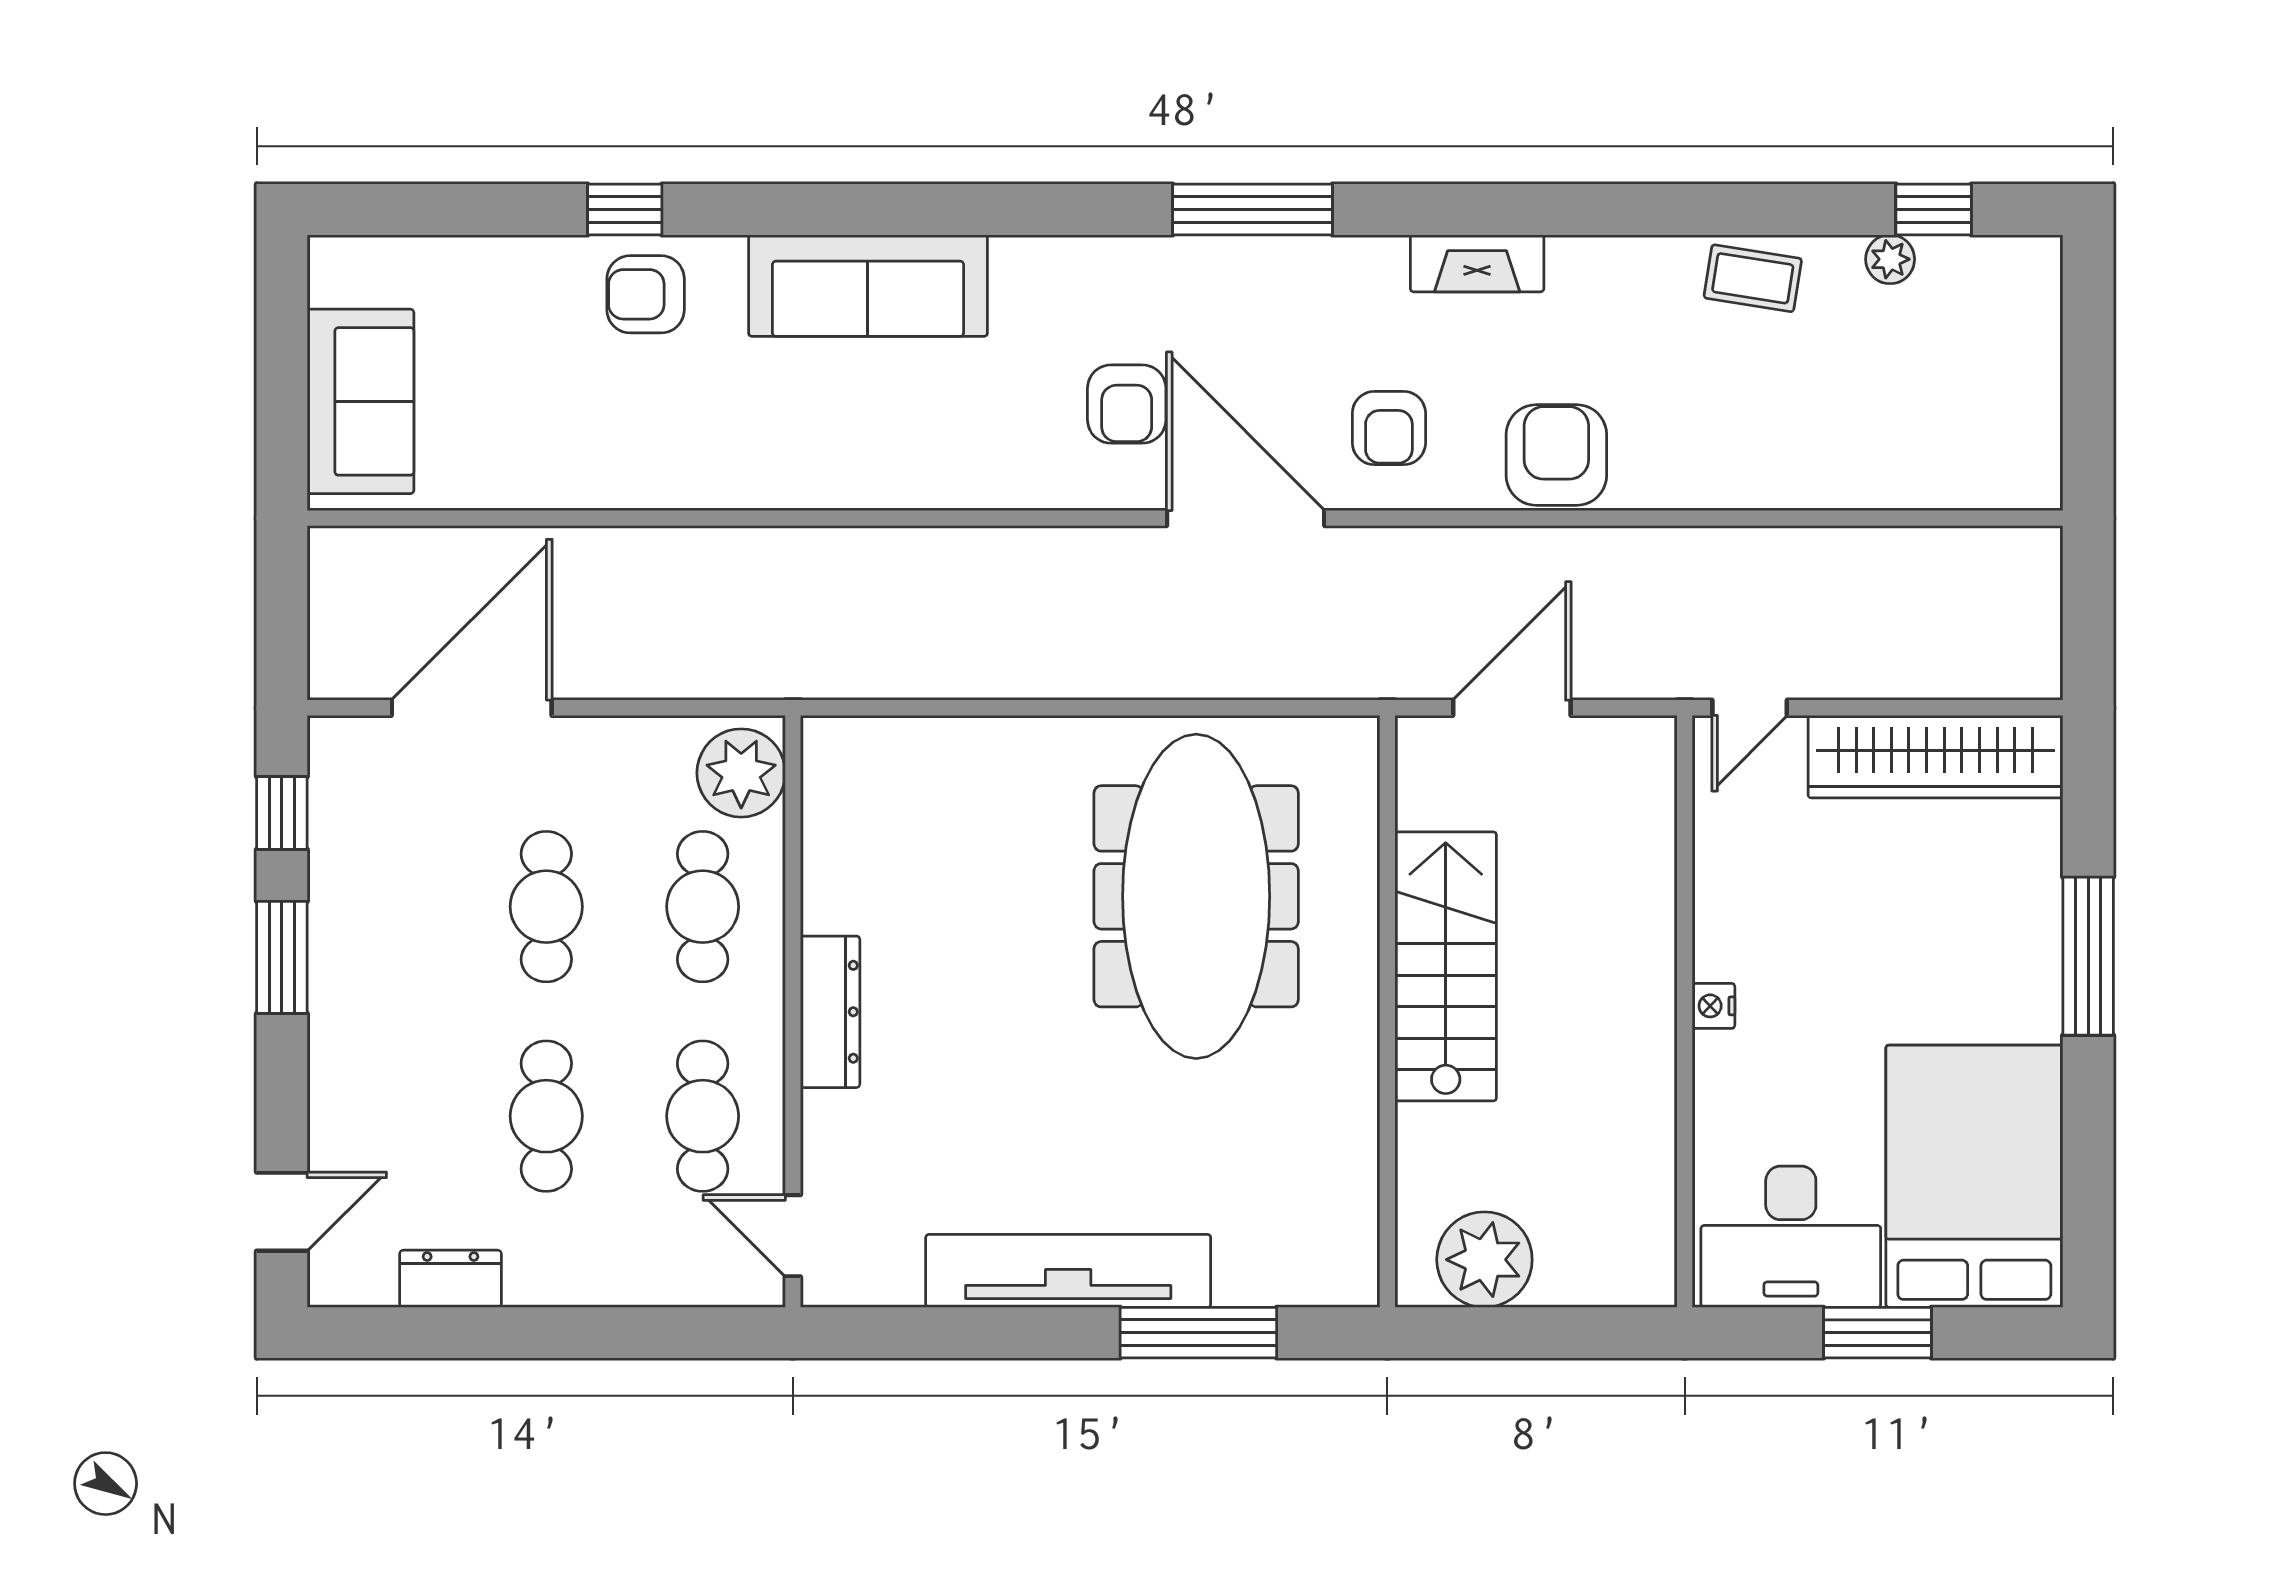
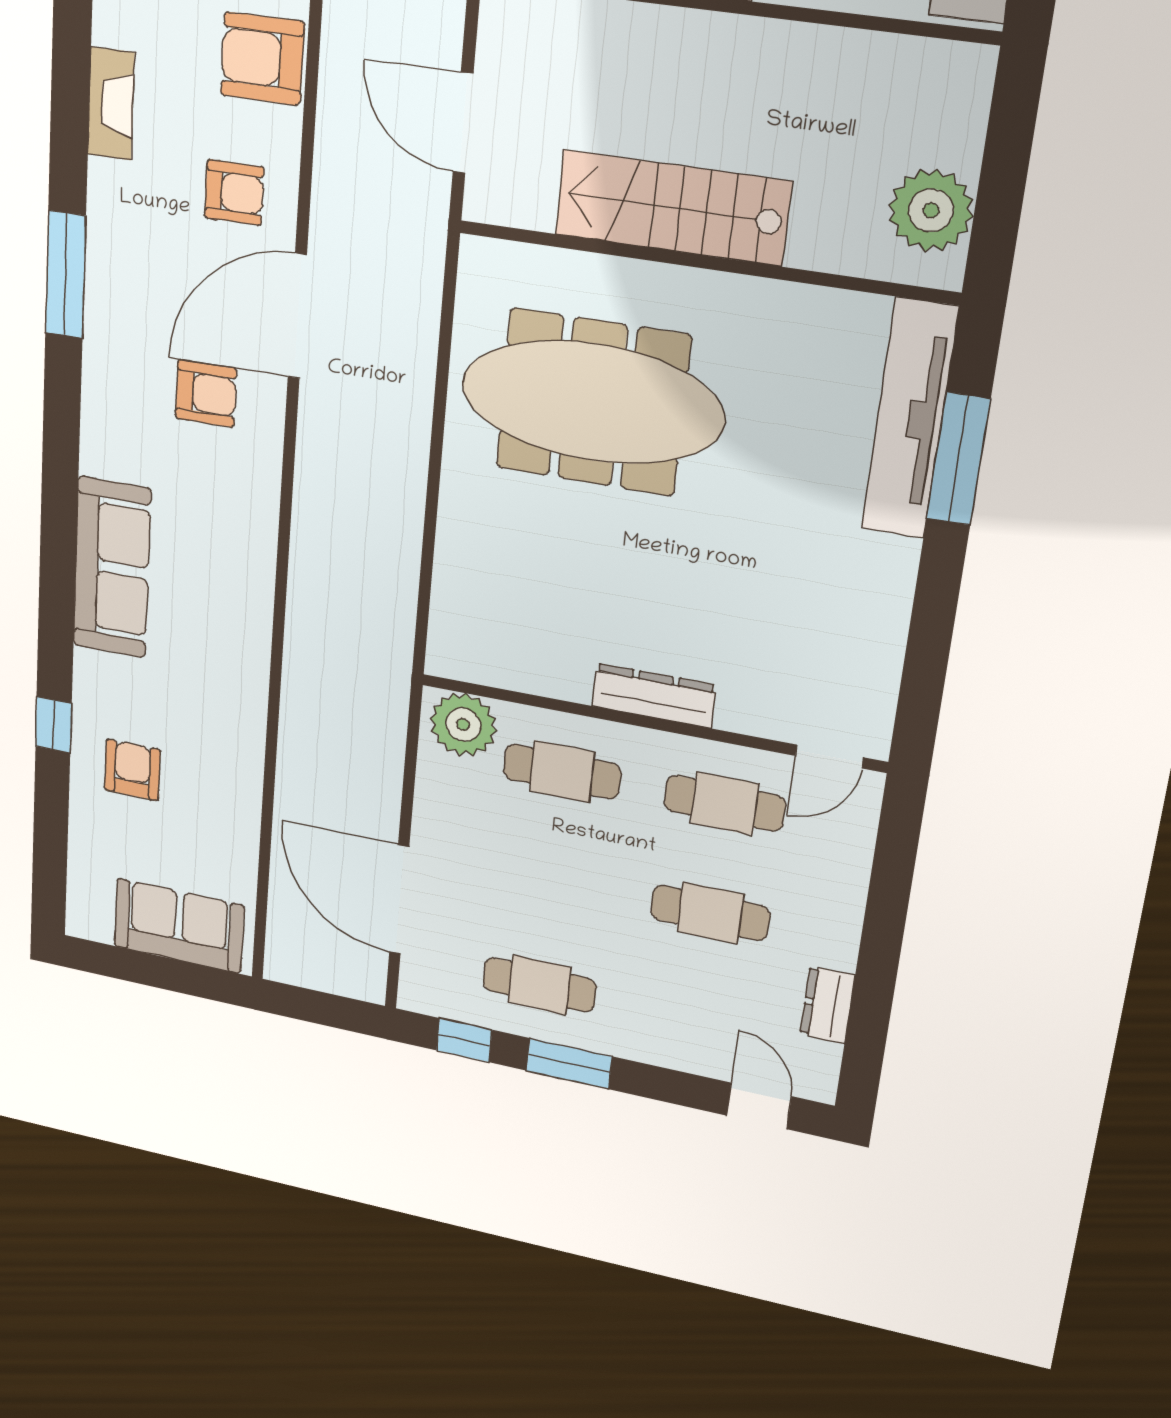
armchair: (646, 294) -> (132, 770), moved, turned 180
cafe table: (546, 907) -> (539, 985), moved
tv unit: (1068, 1271) -> (910, 419), moved

